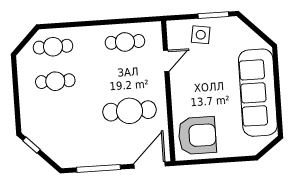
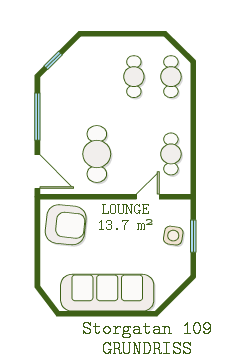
window: (213, 15) -> (193, 236), moved
door: (166, 61) -> (148, 197), swing flipped
armchair: (197, 135) -> (66, 225), turned -84
window: (31, 145) -> (53, 60), moved

